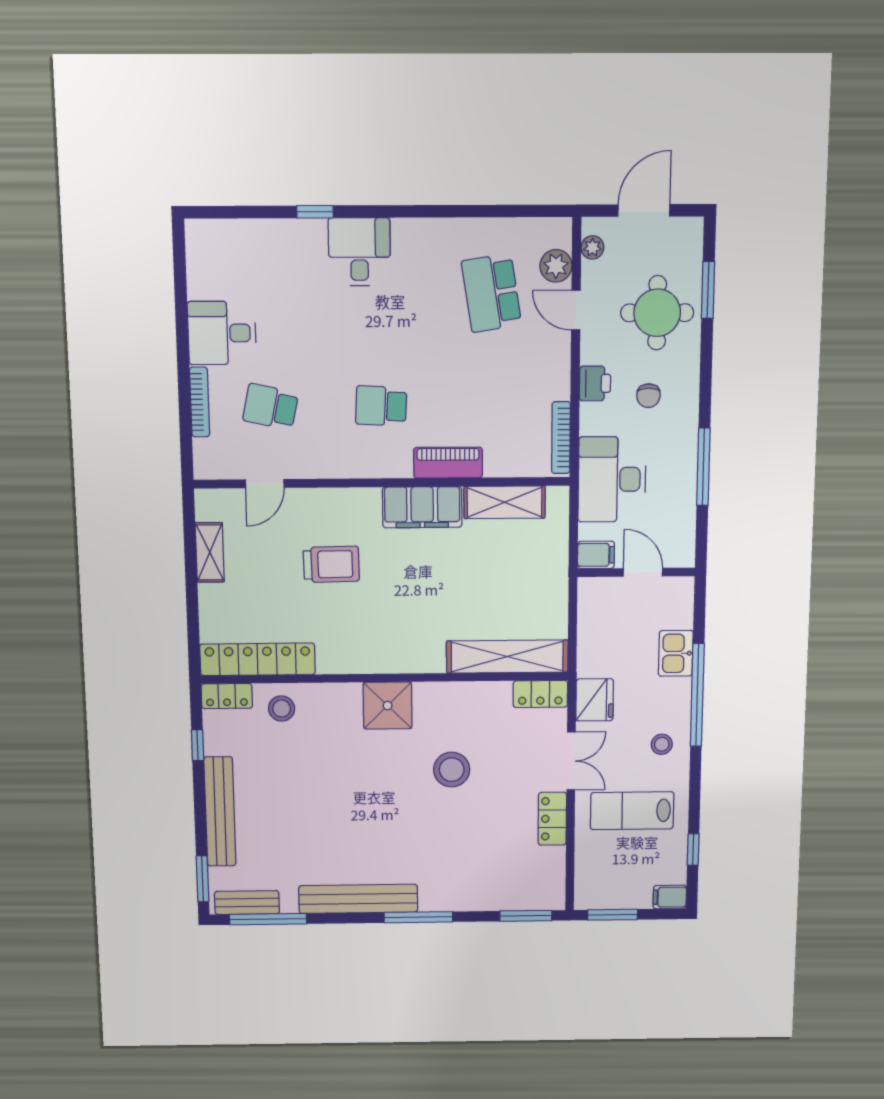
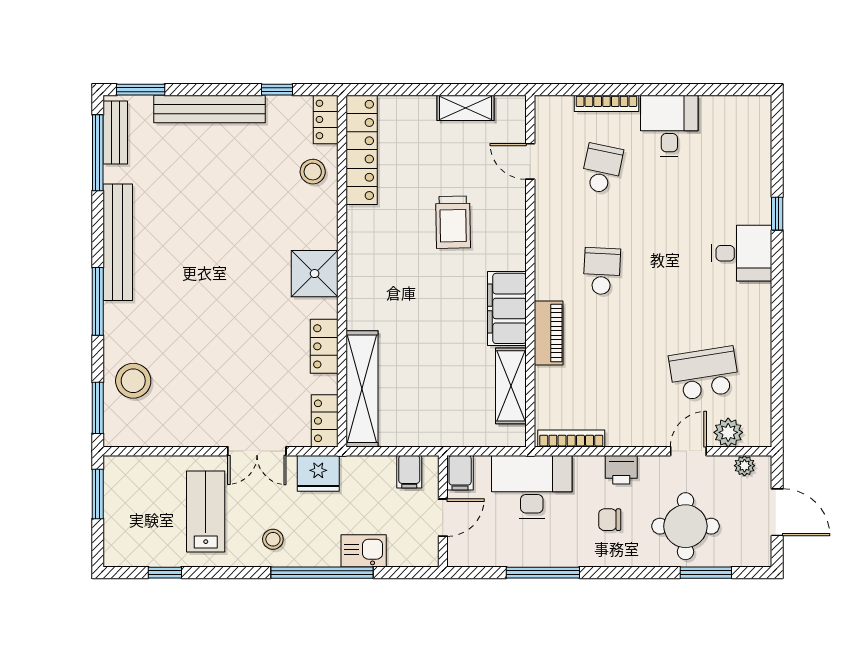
stool: (452, 770) -> (133, 381), moved
locker: (552, 819) -> (324, 346), moved, turned -90
filing cabinet: (670, 897) -> (409, 472), moved, turned 180

